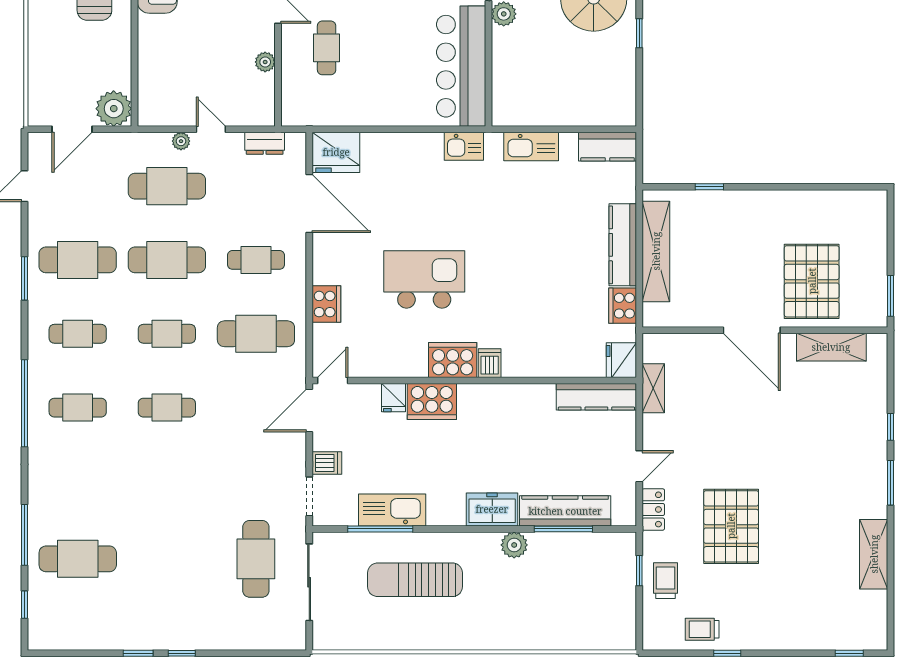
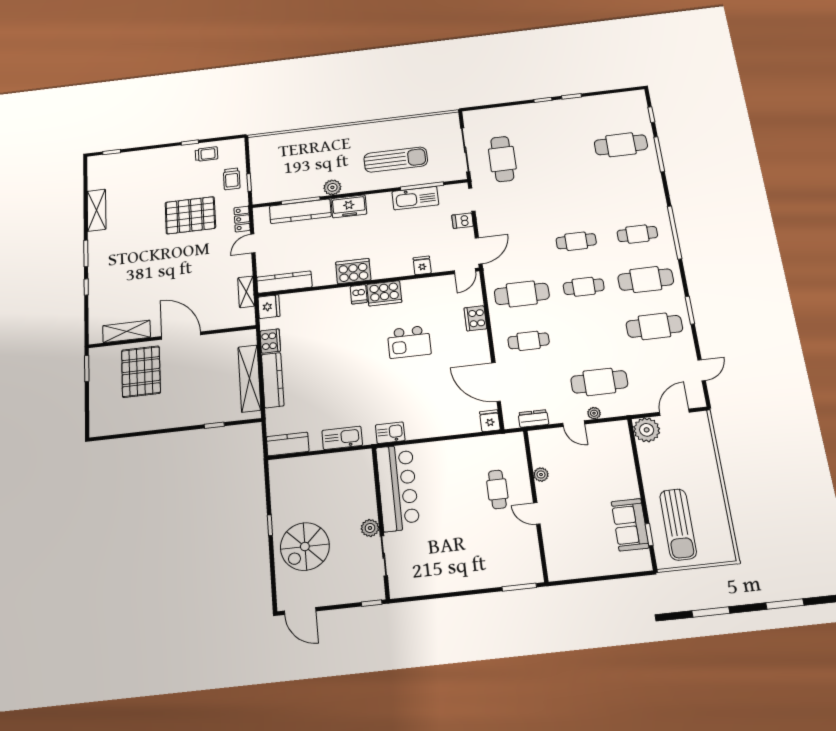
fridge: (336, 152) -> (490, 421), width x0.53, depth x0.75
cafe table: (167, 260) -> (591, 334), removed
kitchen island: (424, 279) -> (409, 342), width x0.73, depth x0.78
cafe table: (78, 334) -> (646, 280), width x1.37, depth x1.35
cooker: (432, 402) -> (353, 271), moved
pallet: (731, 526) -> (190, 215), turned 90

